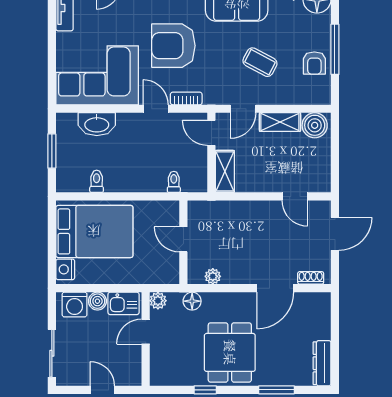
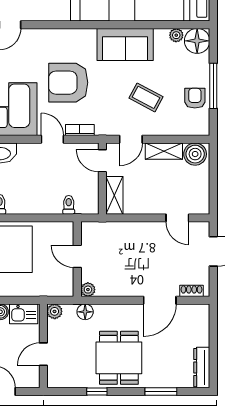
armchair: (314, 63) -> (195, 98), turned 180
plant: (213, 276) -> (88, 290), moved
door: (146, 332) -> (43, 354), moved

